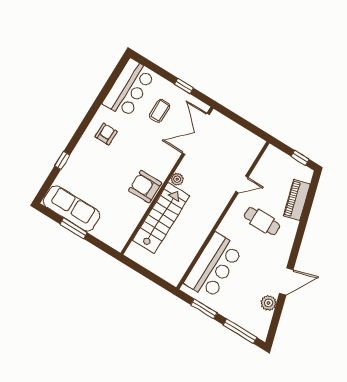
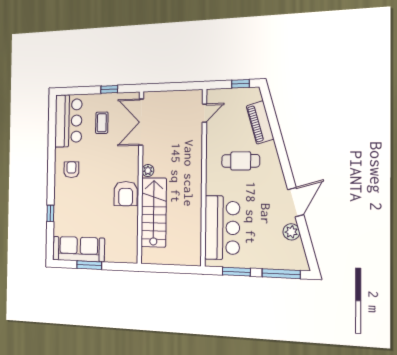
door: (242, 185) -> (204, 113), moved
armchair: (145, 187) -> (126, 194), turned -90

